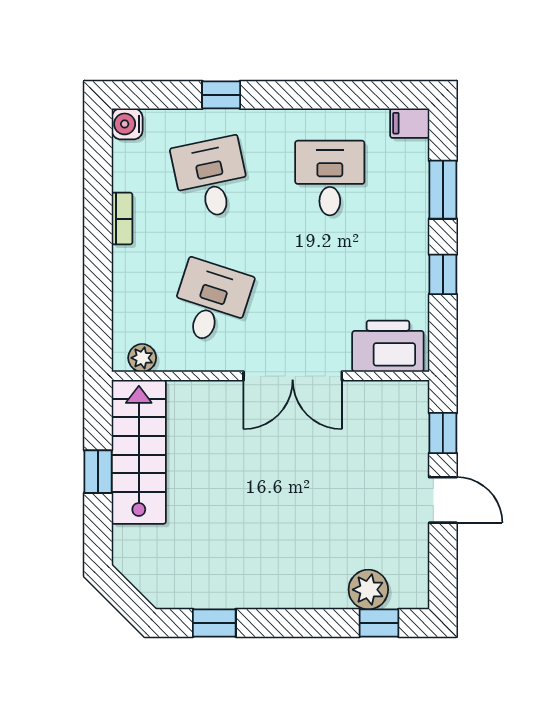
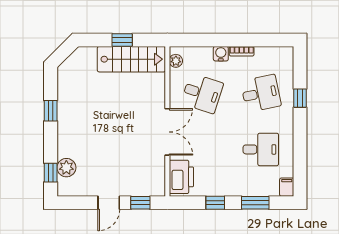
water cooler: (127, 124) -> (221, 54), moved
double door: (293, 376) -> (167, 132), swing flipped
window: (214, 623) -> (51, 111), moved

